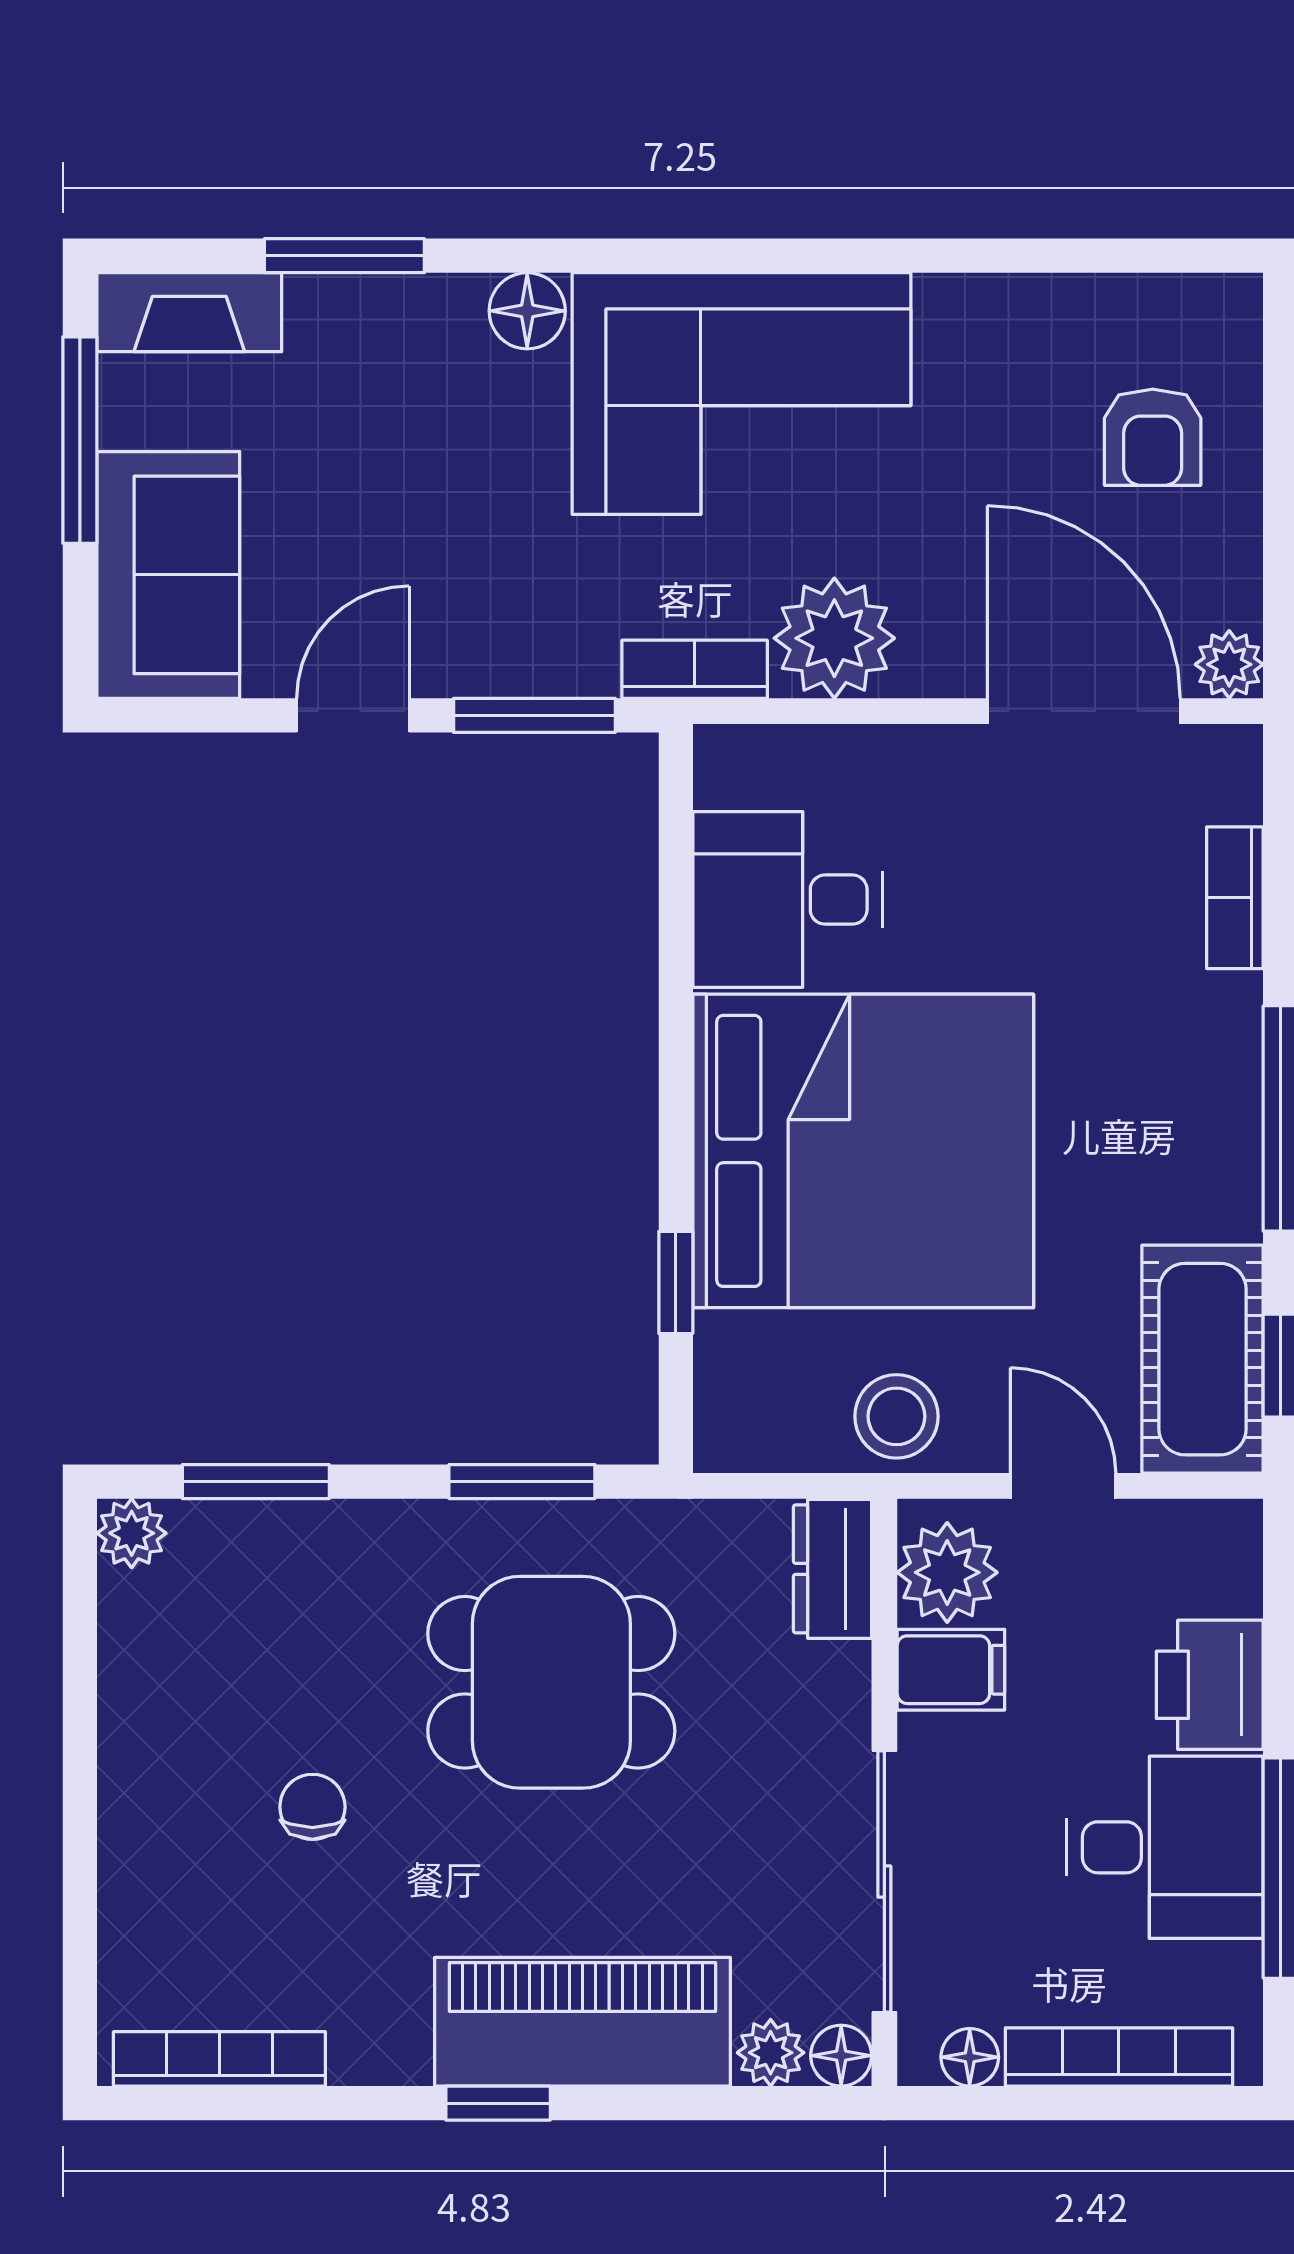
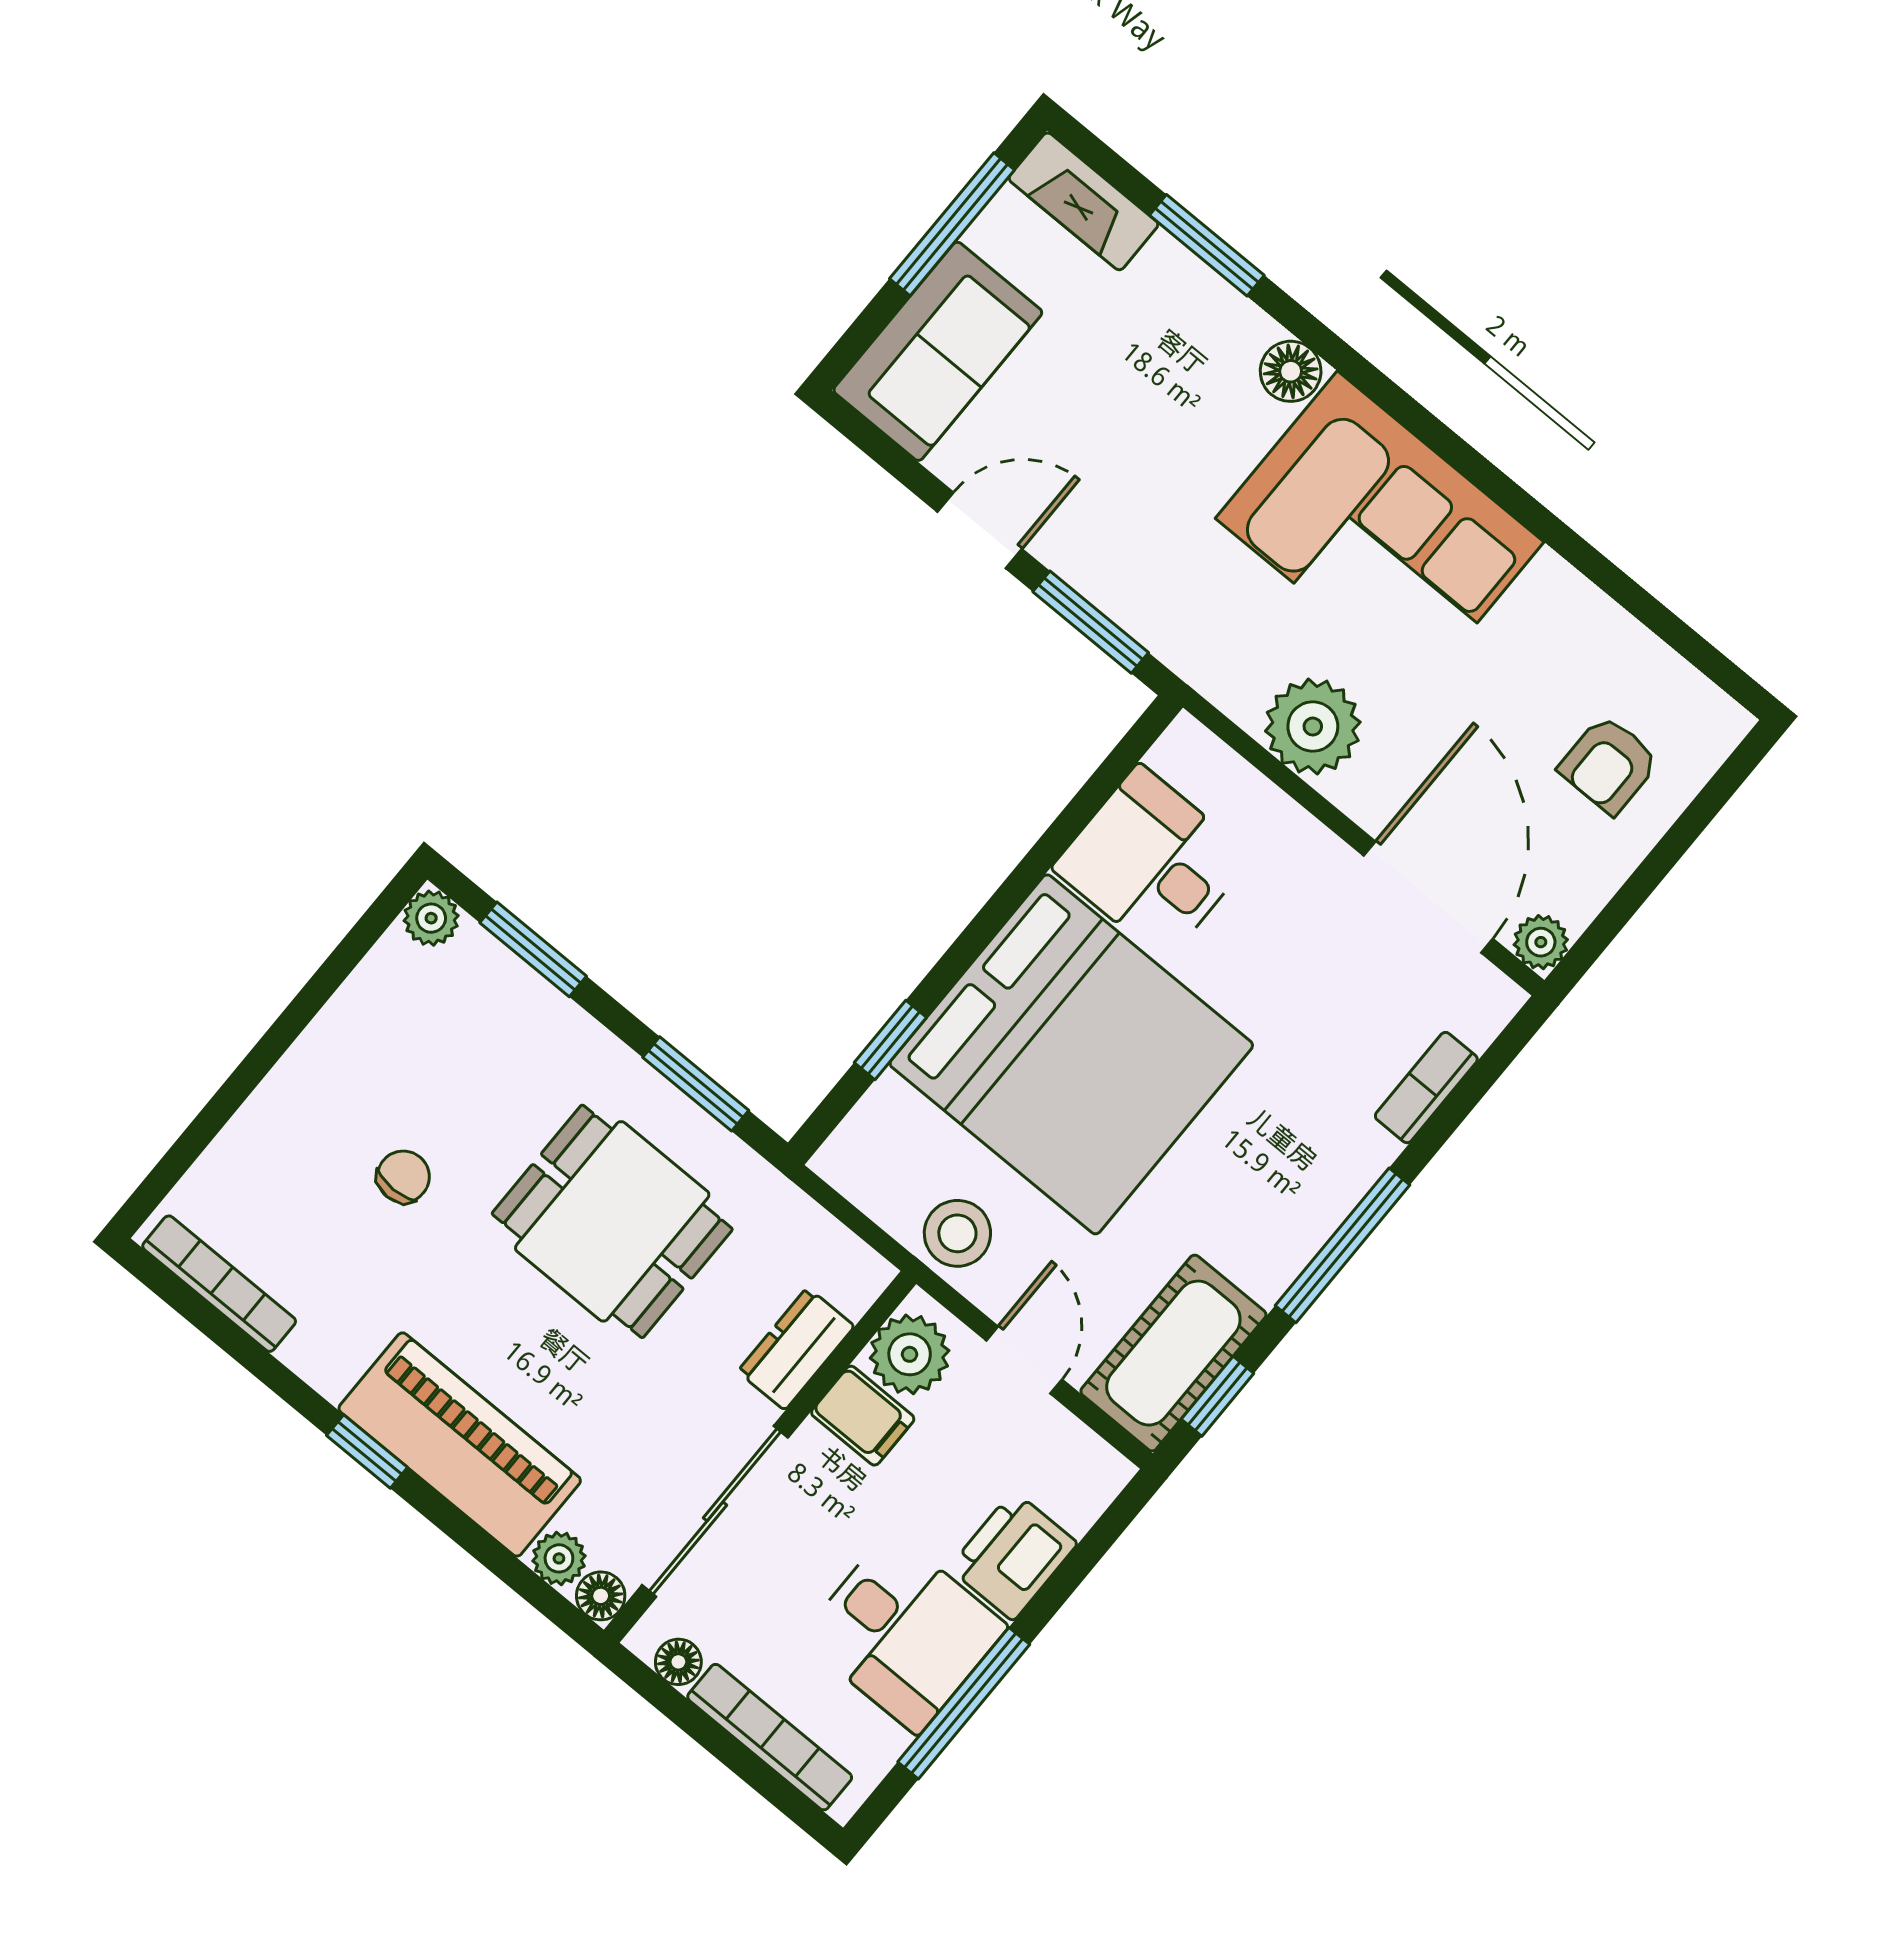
bookcase: (695, 669) -> (1212, 675), removed
dresser: (833, 1569) -> (796, 1349), moved

